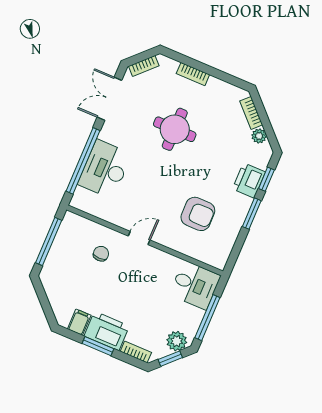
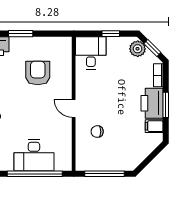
window: (207, 318) -> (111, 34), width x0.46

